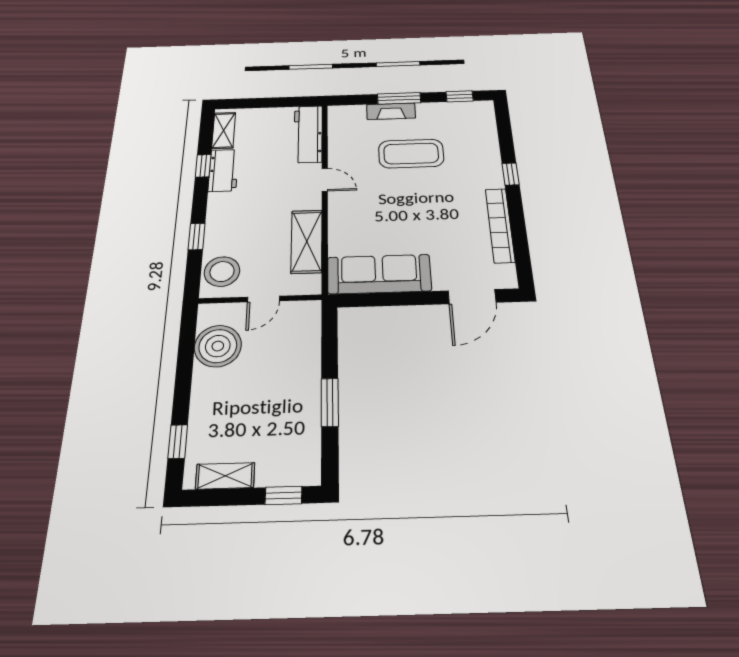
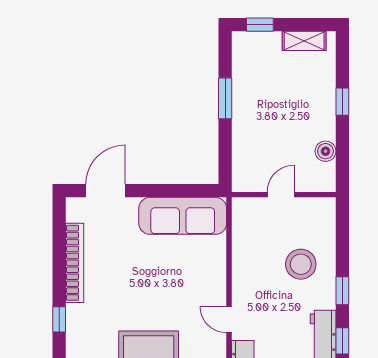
window: (197, 237) -> (342, 291), moved
shelving: (307, 241) -> (245, 252), removed
stool: (222, 272) -> (301, 264), moved
boiler: (218, 346) -> (326, 151), width x0.54, depth x0.54
window: (178, 442) -> (342, 102), moved

